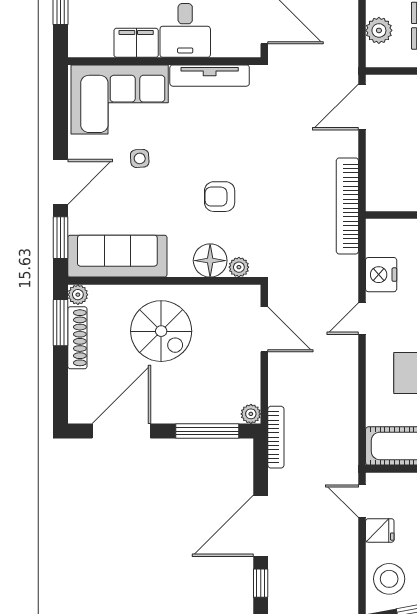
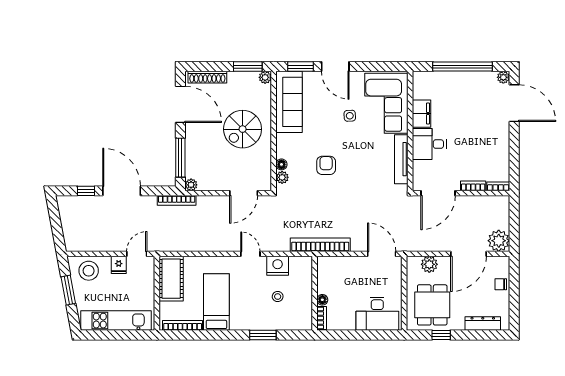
floor lamp: (210, 261) -> (281, 164), width x0.53, depth x0.53
shoe rack: (77, 338) -> (207, 77), moved

